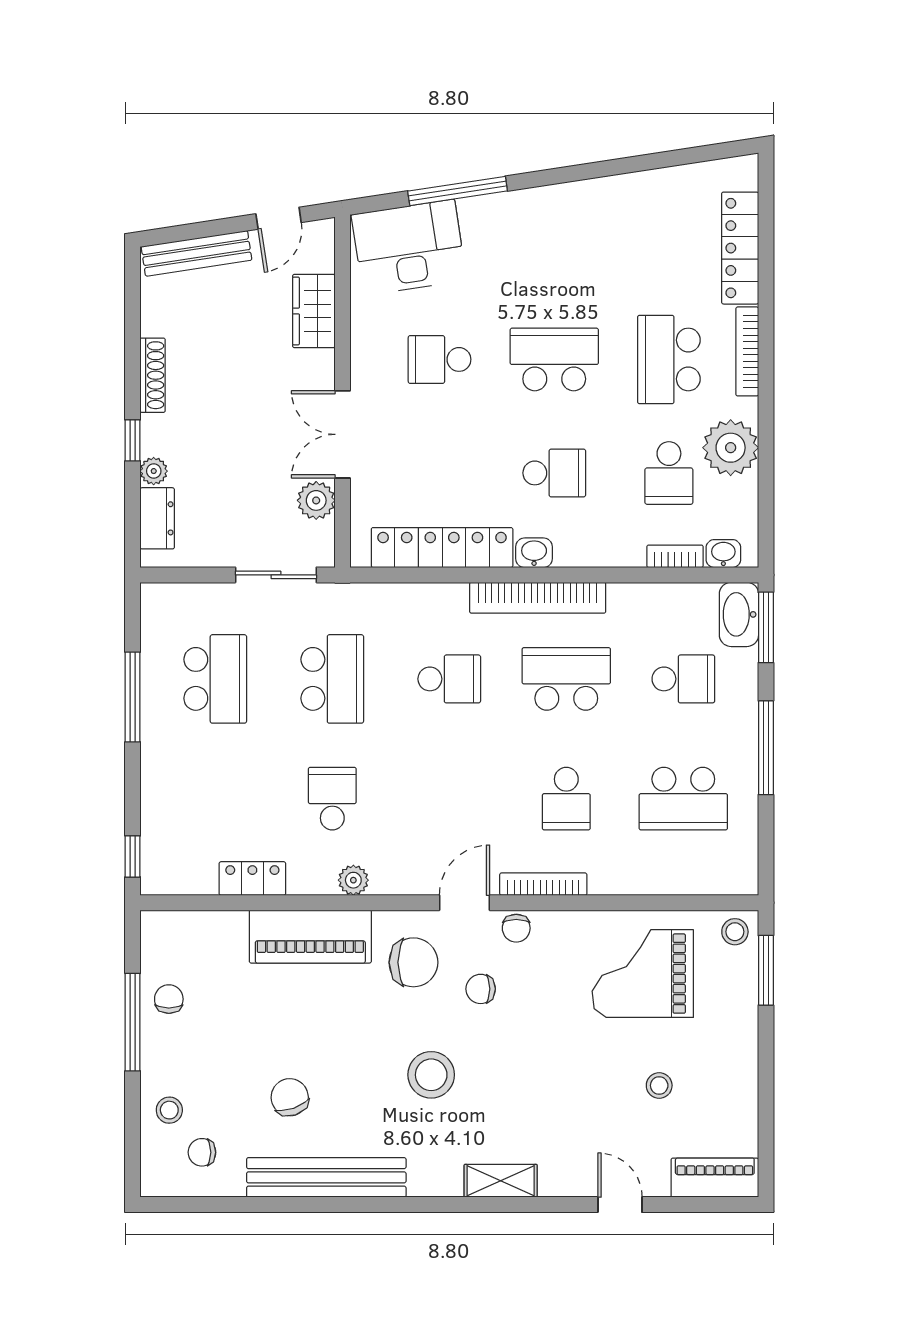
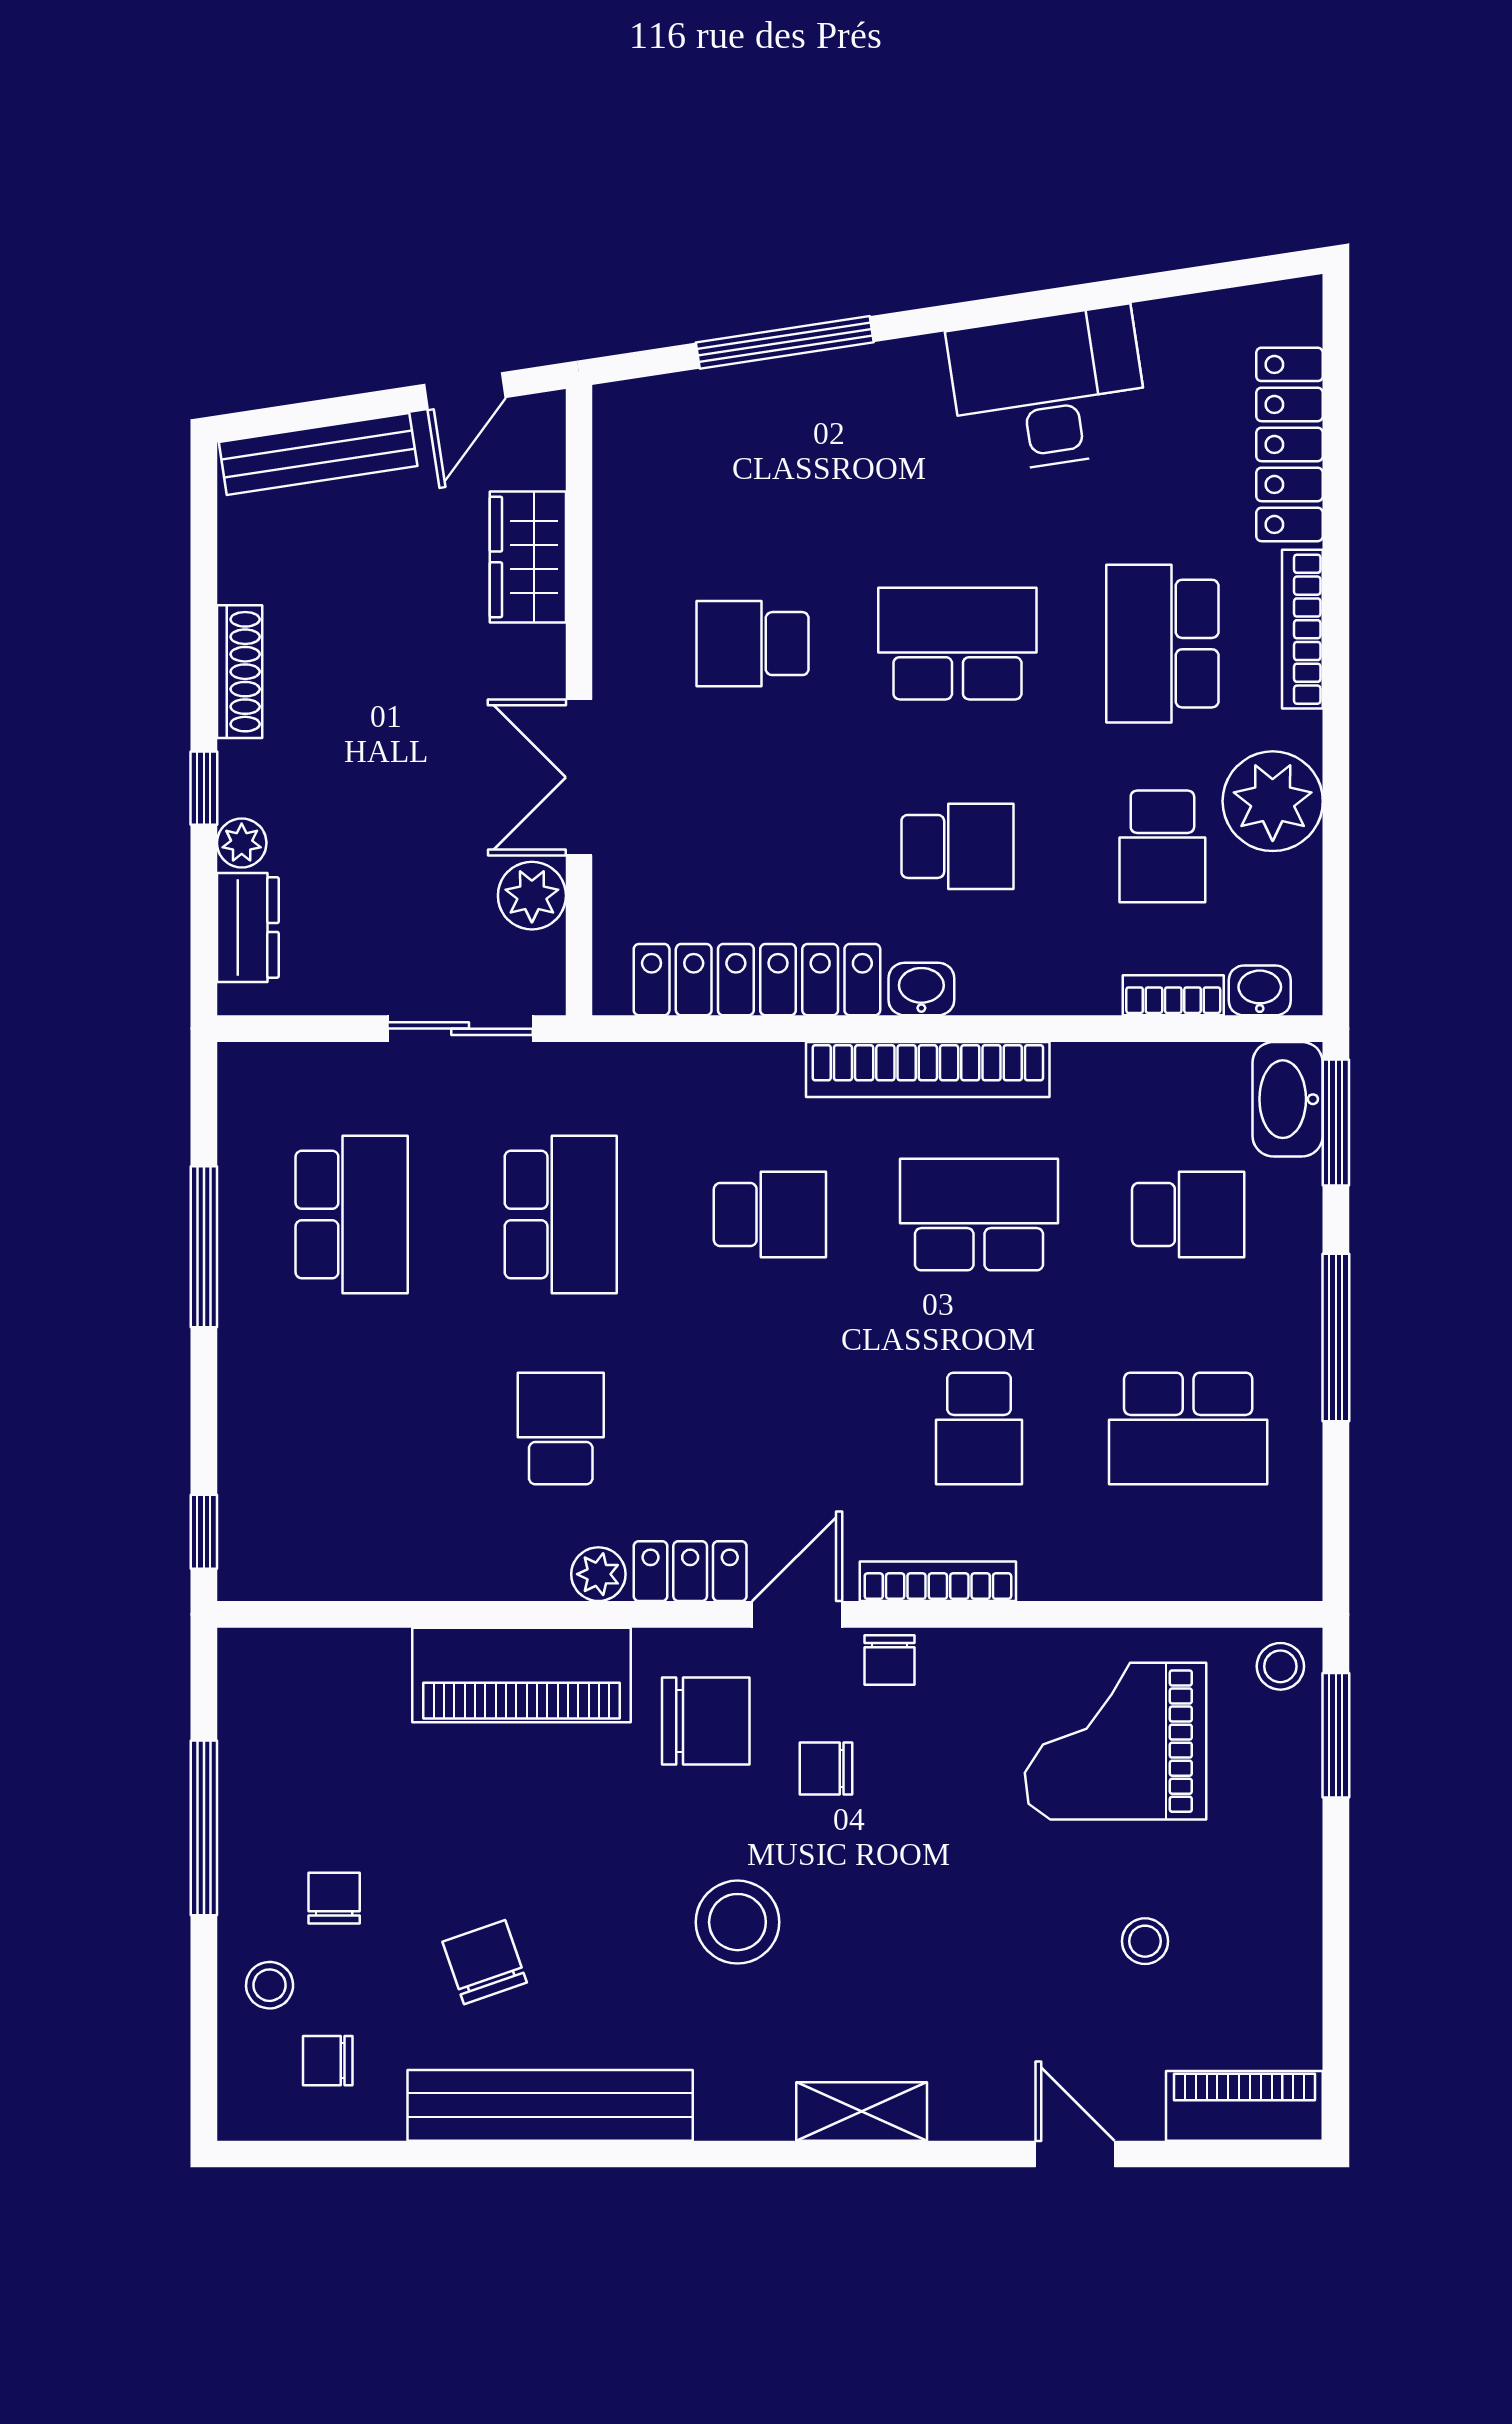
desk: (409, 247) -> (1048, 390), moved
locker: (252, 878) -> (690, 1571), moved
chair: (169, 999) -> (334, 1898), moved

